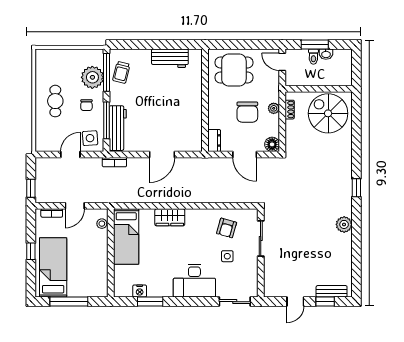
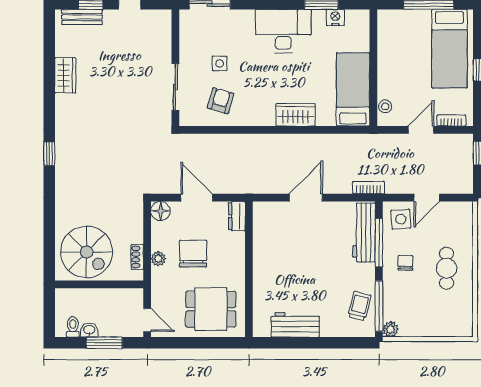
toilet: (313, 57) -> (73, 327), moved
plant: (92, 77) -> (391, 329), moved, width x0.53, depth x0.53
plant: (344, 224) -> (66, 105), removed
wardrobe: (344, 247) -> (65, 75), added
desk: (194, 281) -> (283, 31), moved

